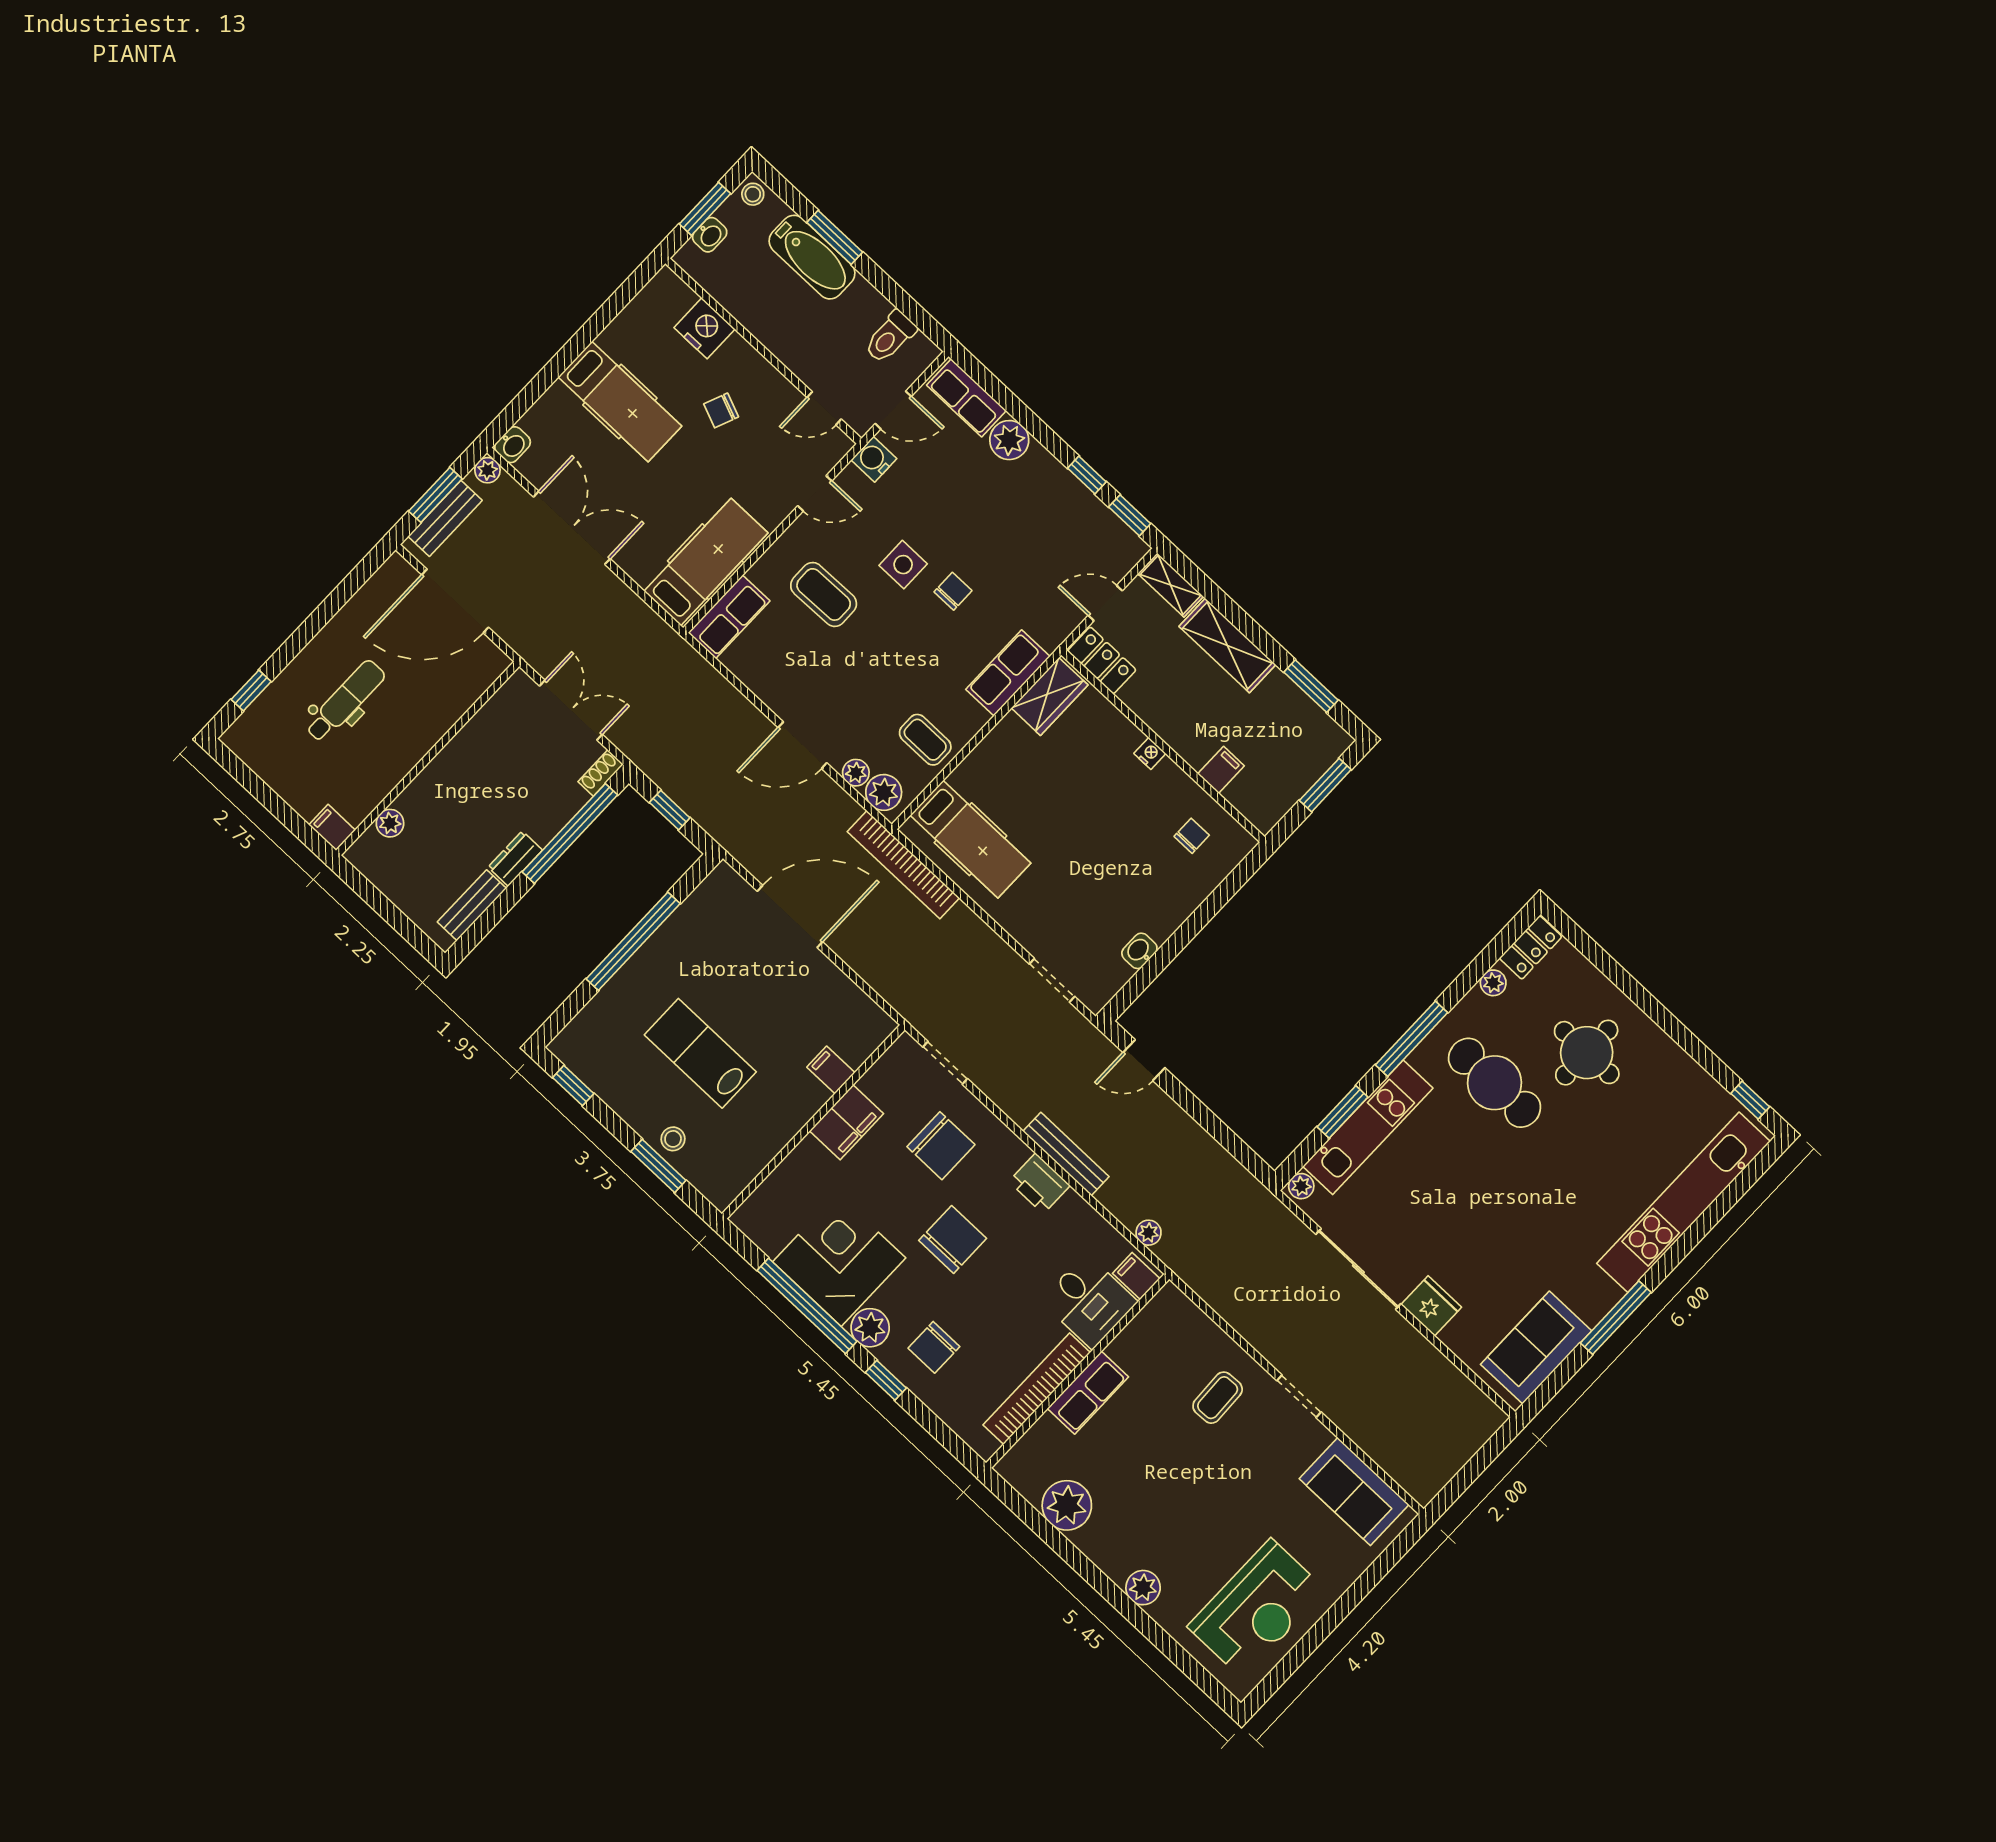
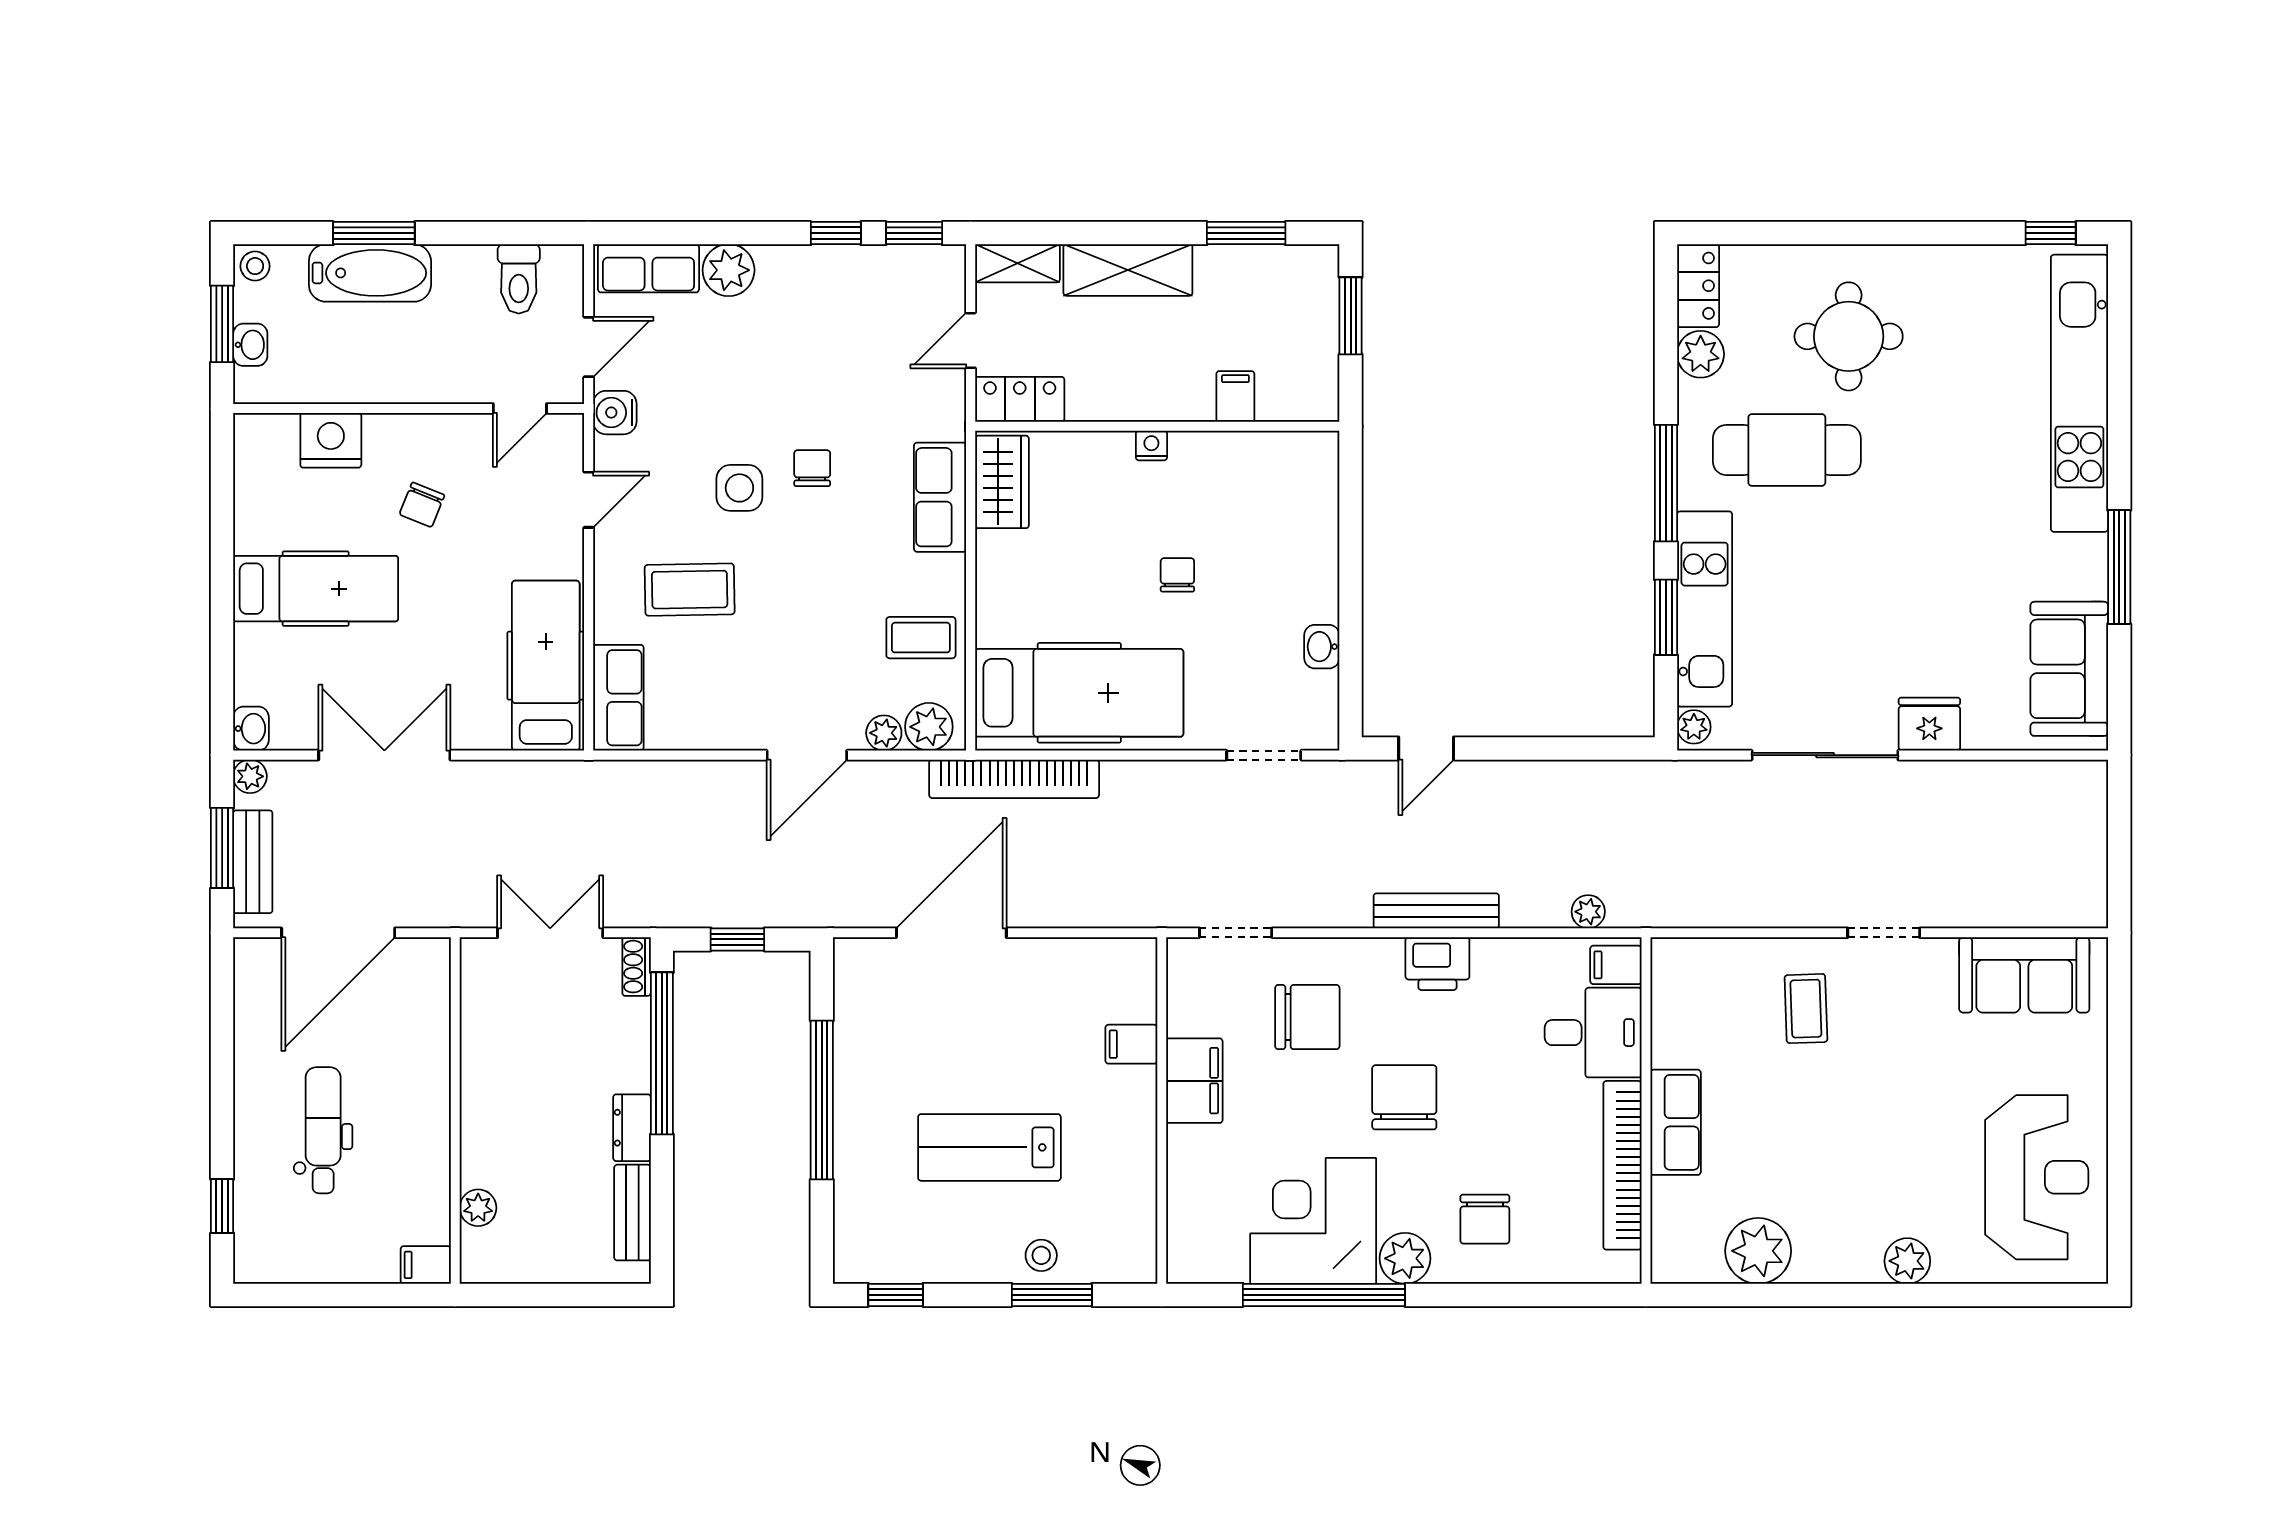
chair: (1192, 836) -> (1177, 575), moved
hospital bed: (970, 839) -> (1079, 693), width x1.37, depth x1.29
plant: (1493, 983) -> (1701, 354), width x1.38, depth x1.38
window: (886, 1380) -> (1468, 1295), removed

